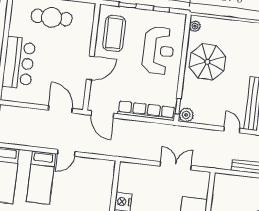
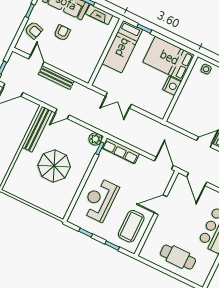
plant: (195, 26) -> (63, 209), removed
parasol: (207, 62) -> (54, 166), moved
row of seats: (146, 111) -> (121, 151), width x0.73
door: (232, 130) -> (62, 114), hinge flipped

